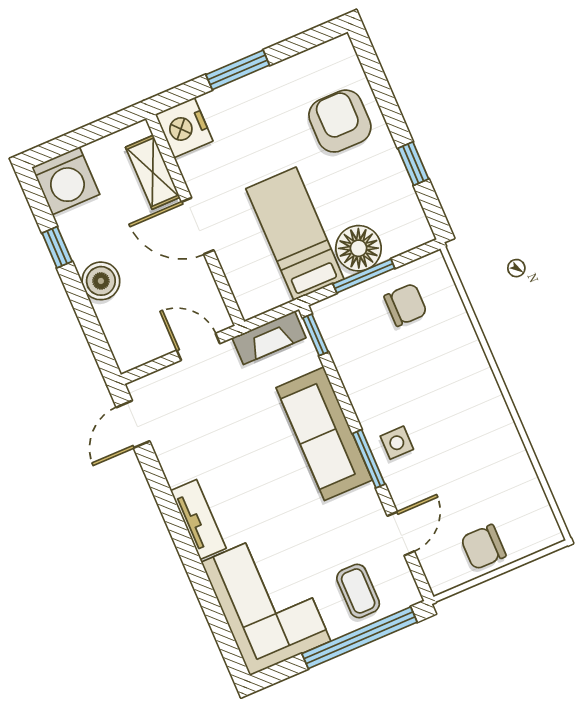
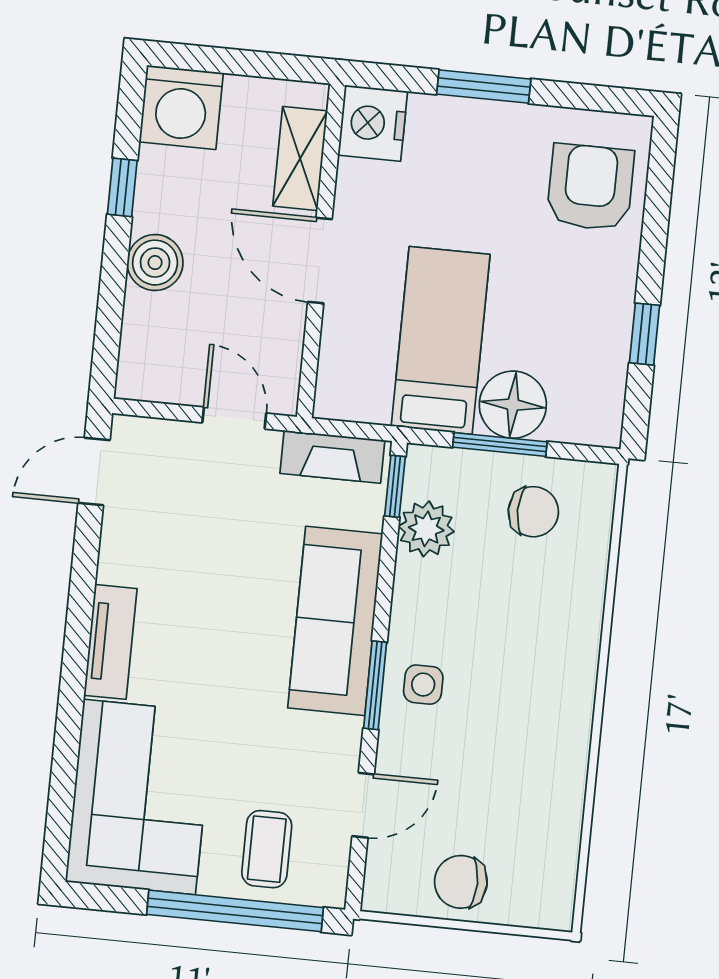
armchair: (340, 121) -> (590, 187), moved
plant: (348, 350) -> (426, 529), added

